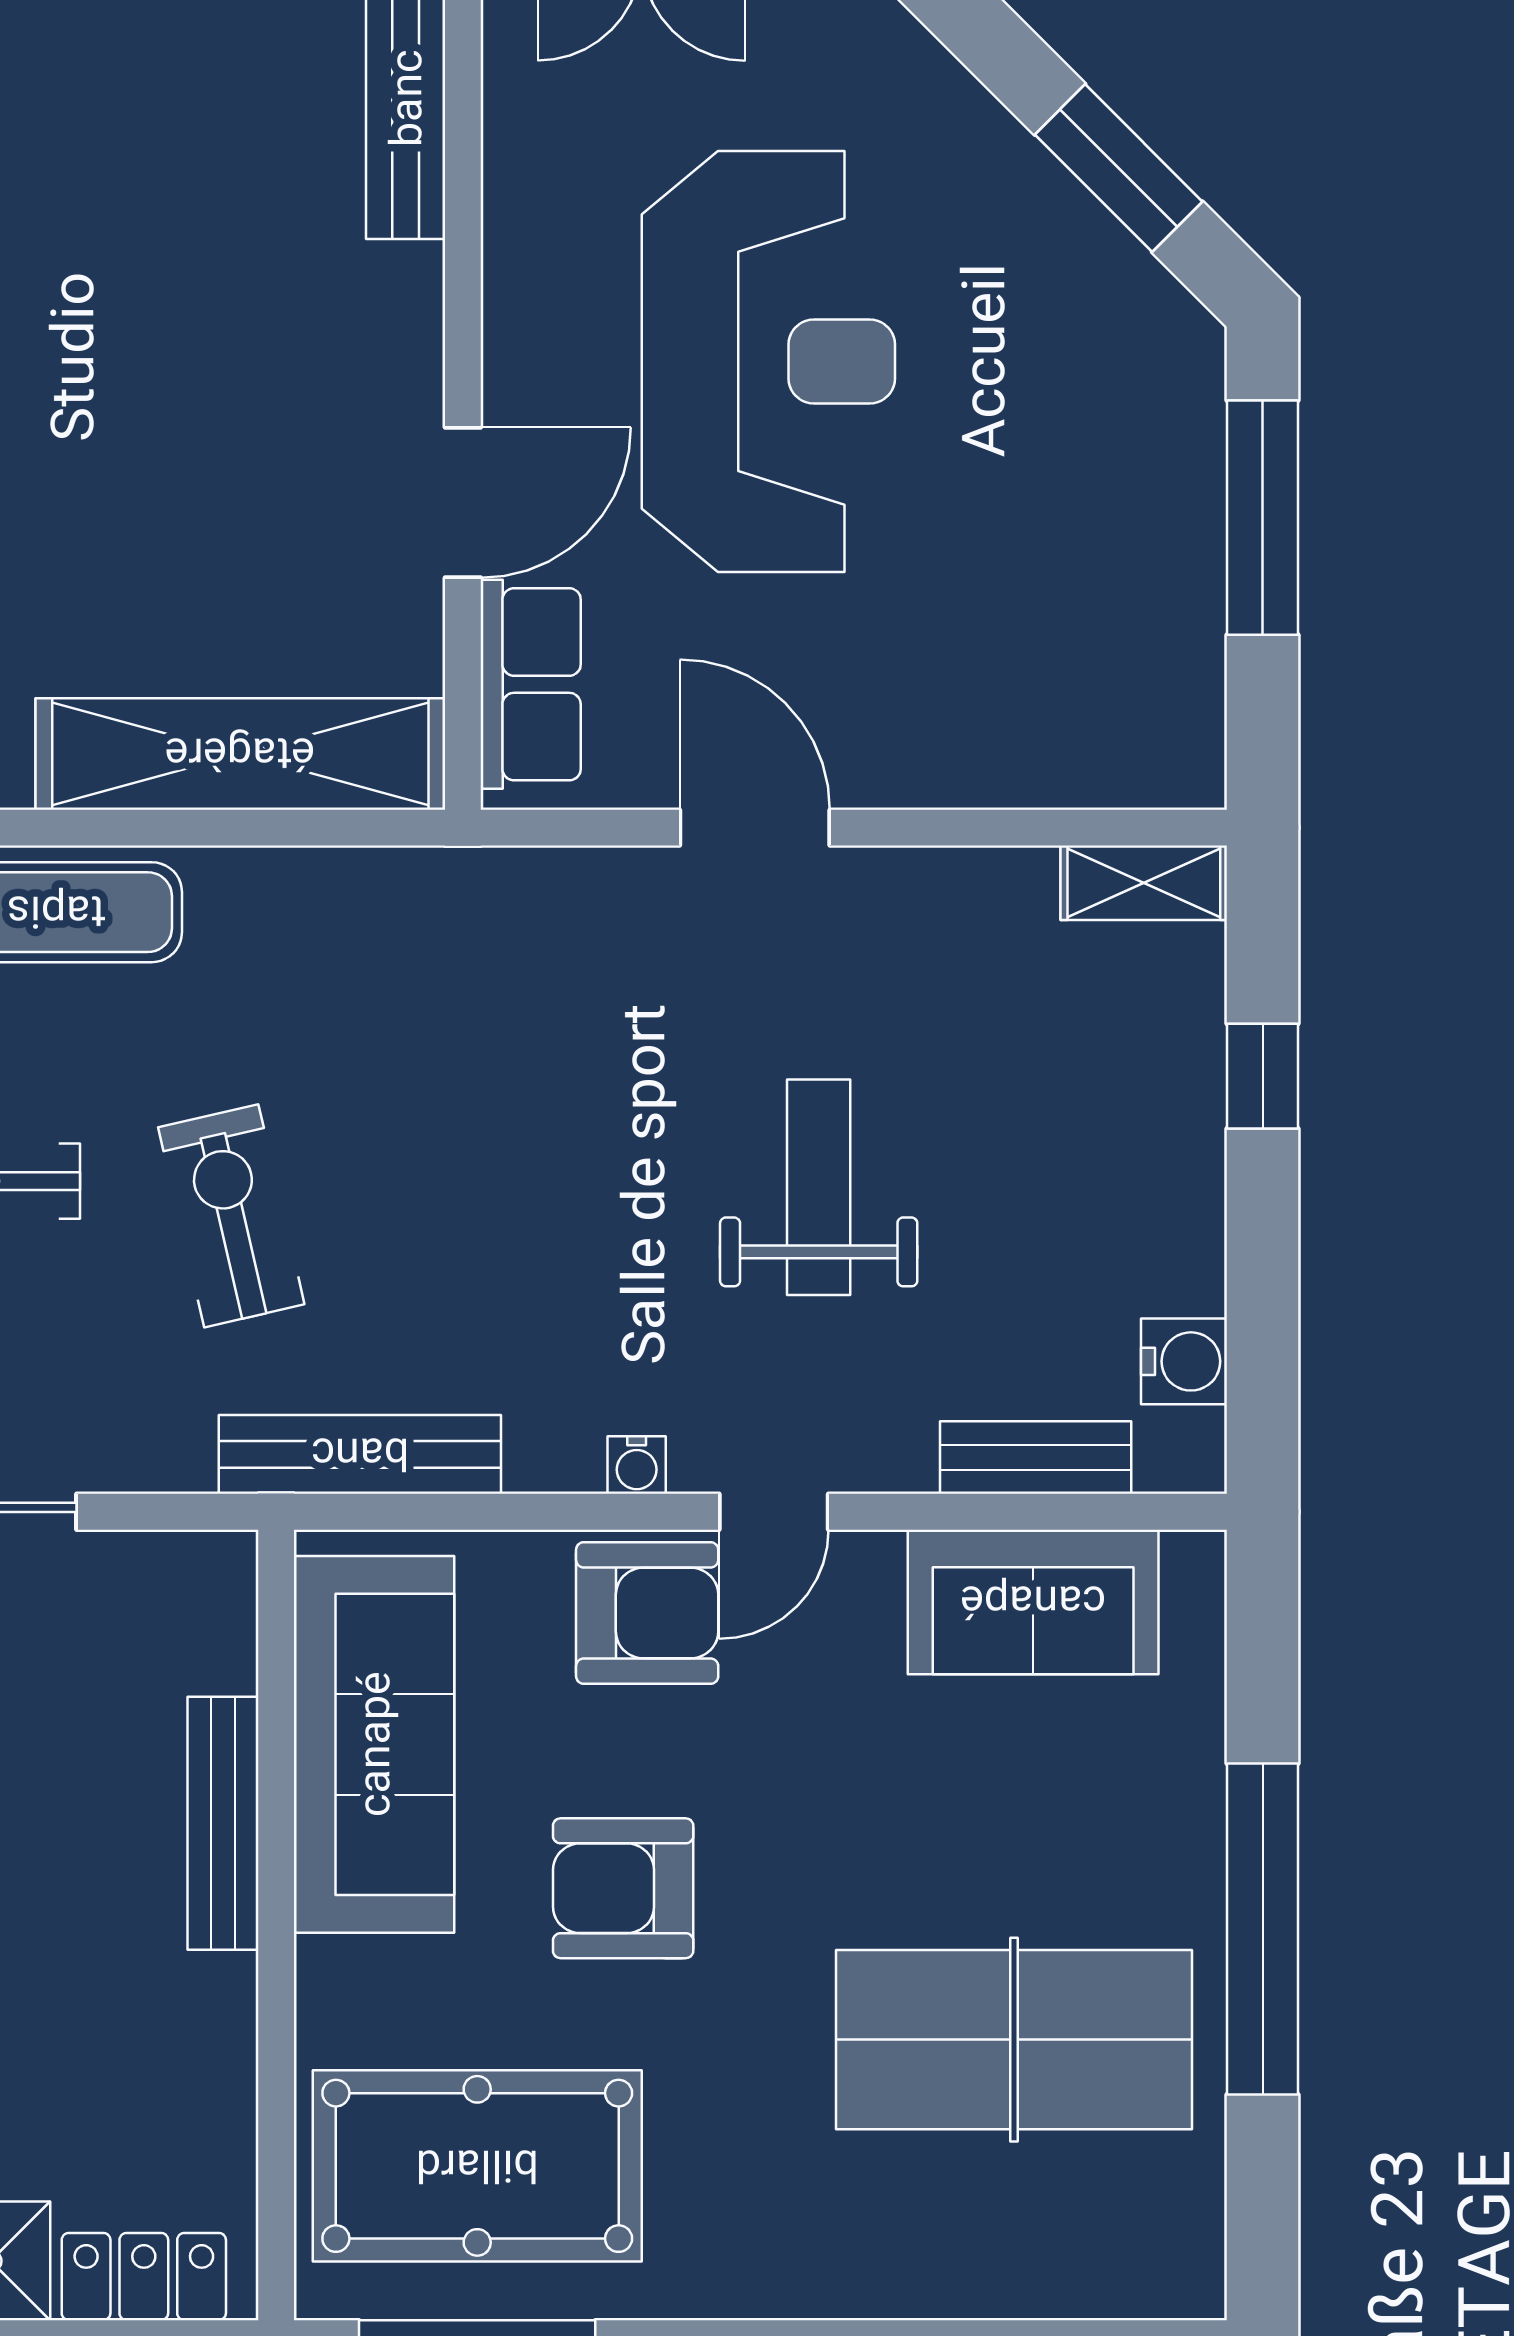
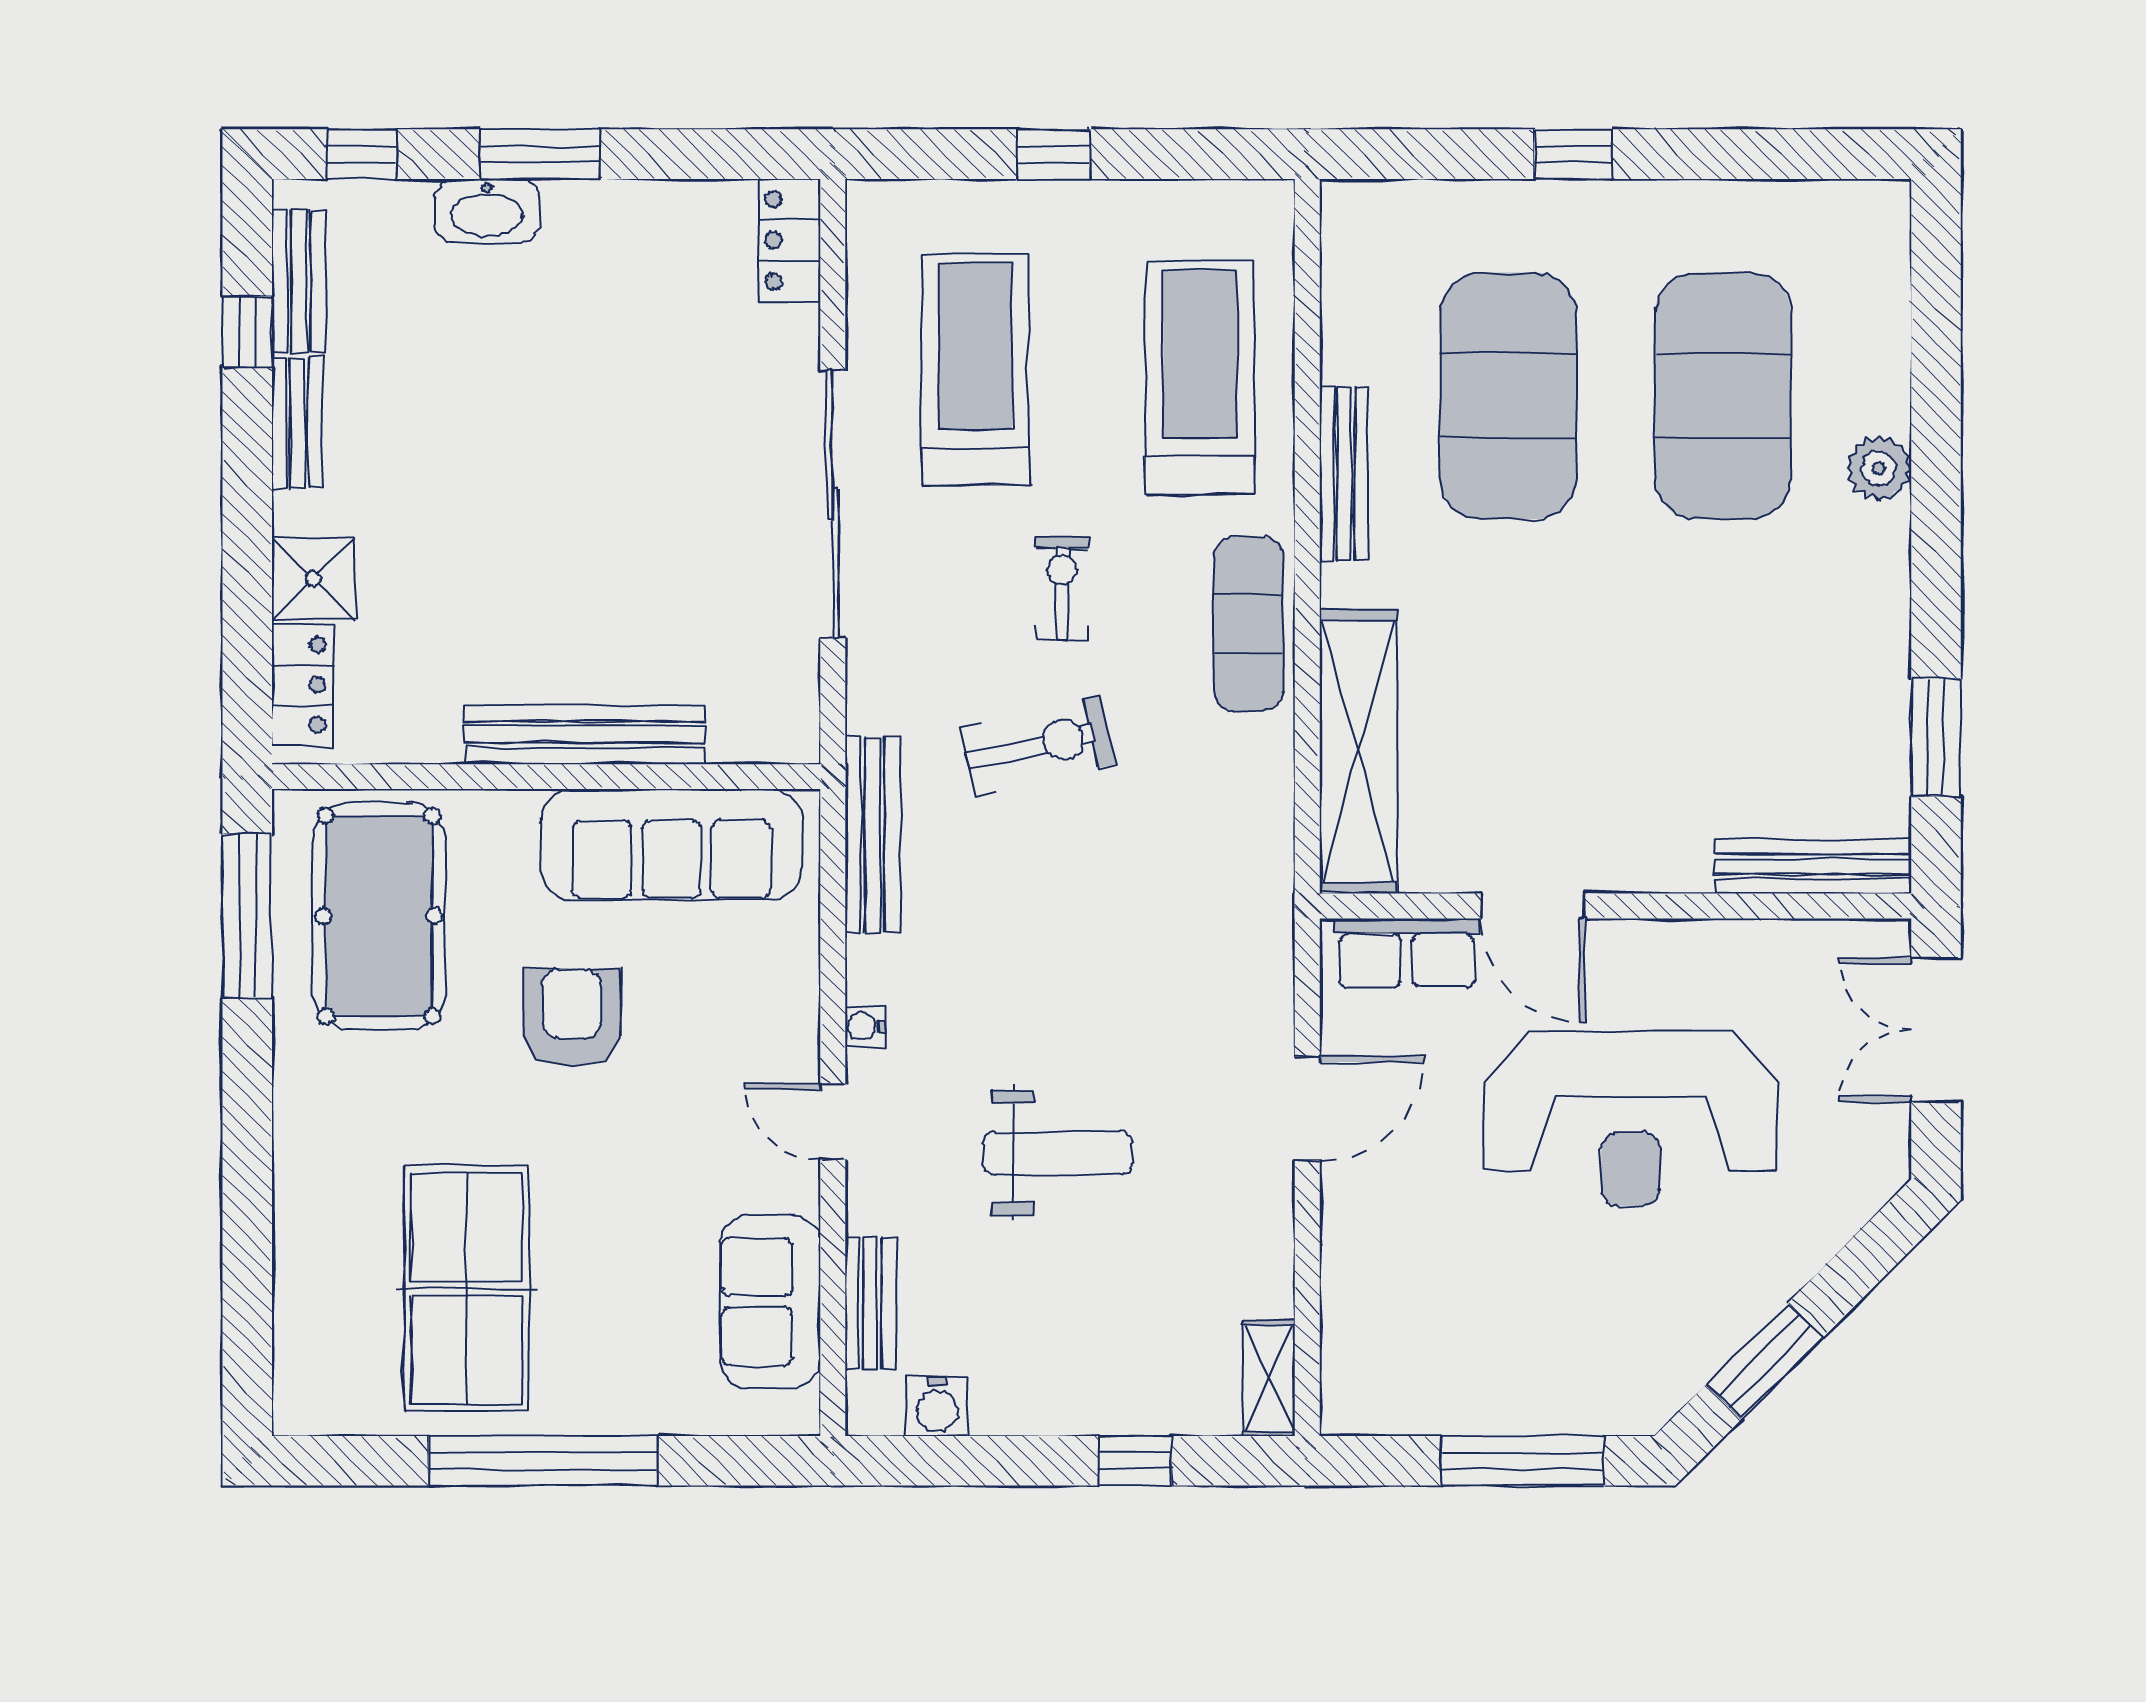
armchair: (647, 1613) -> (762, 1034), removed
bench: (223, 1823) -> (584, 734), width x1.37, depth x1.21

